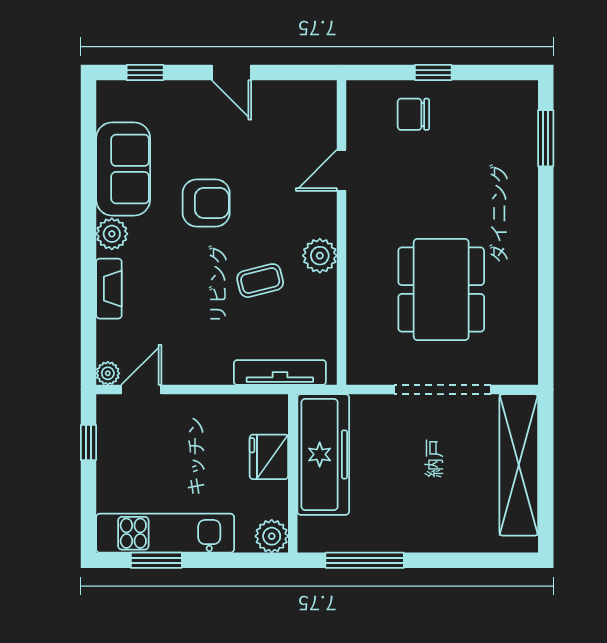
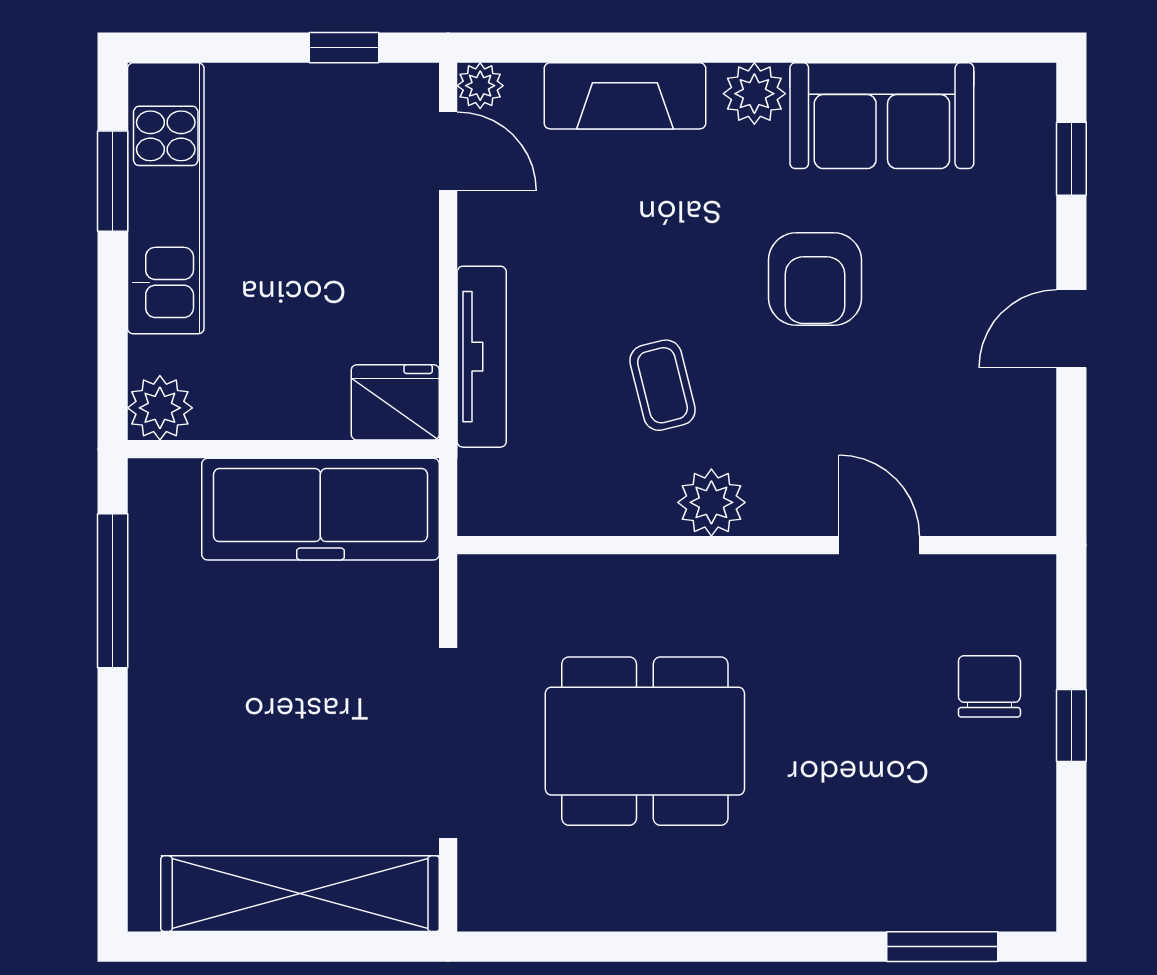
fireplace: (109, 289) -> (625, 96), width x1.37, depth x1.32
tv unit: (280, 373) -> (482, 357), moved
fridge: (269, 457) -> (395, 402), moved

